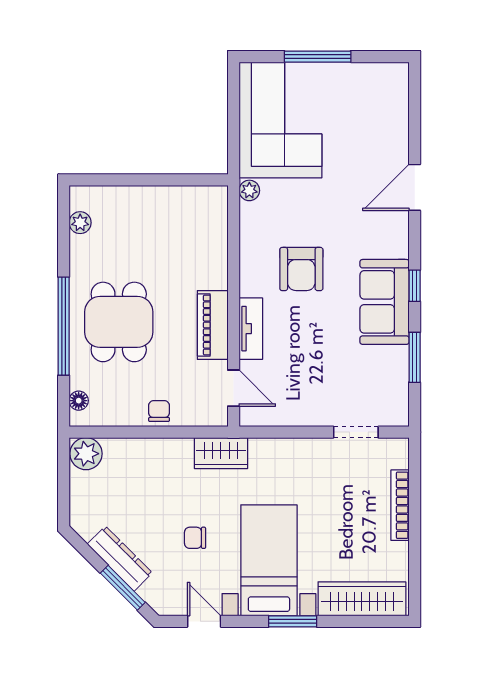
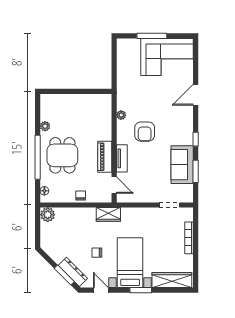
corner sofa: (280, 120) -> (167, 57), moved, turned 90
plant: (249, 190) -> (121, 115), moved
plant: (80, 223) -> (45, 126), moved
sofa: (385, 302) -> (182, 165), moved
dresser: (120, 559) -> (73, 272), moved

